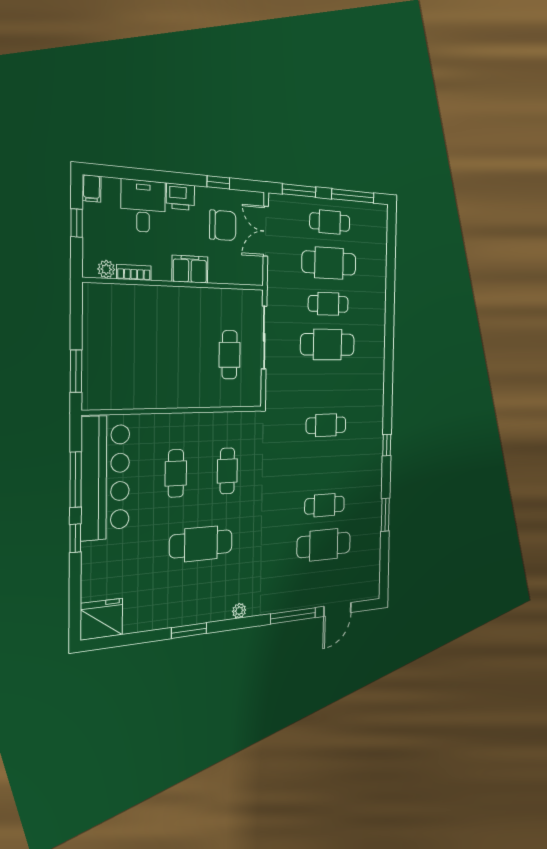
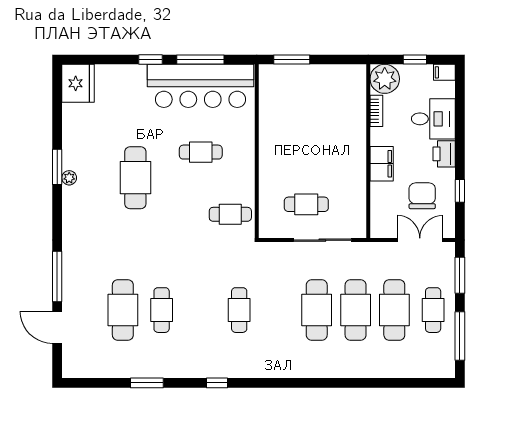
chair: (223, 225) -> (422, 196), turned 180
plant: (106, 269) -> (385, 79), width x1.87, depth x1.87
cafe table: (328, 304) -> (356, 310), width x1.37, depth x1.35
cafe table: (227, 471) -> (230, 214), moved
plant: (239, 611) -> (69, 178), moved

